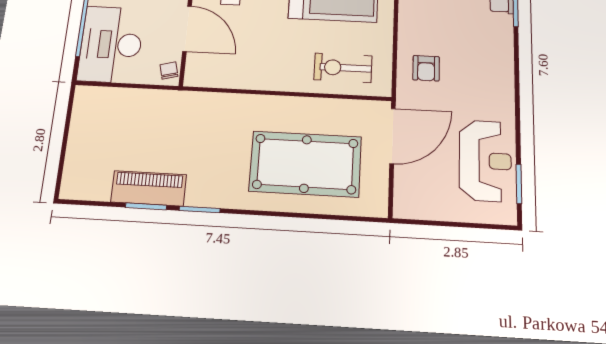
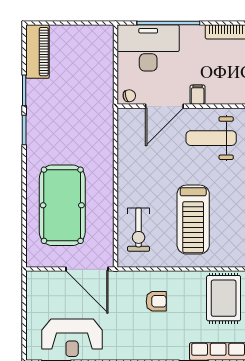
exercise bike: (343, 68) -> (139, 230), turned 180
armchair: (426, 68) -> (156, 301), moved, turned 180
piano: (149, 188) -> (37, 52), moved

